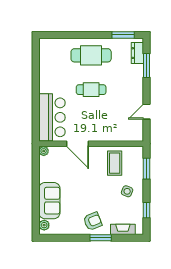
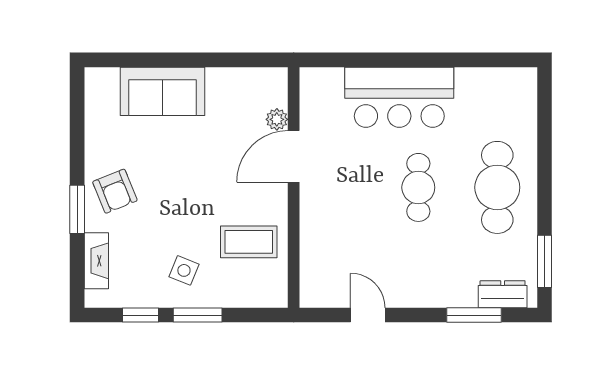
bar counter: (52, 117) -> (399, 97), moved
plant: (44, 151) -> (277, 119), moved
window: (146, 169) -> (198, 315), moved
plant: (44, 225) -> (106, 79), removed

